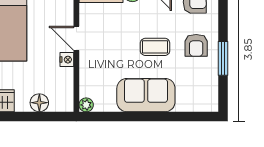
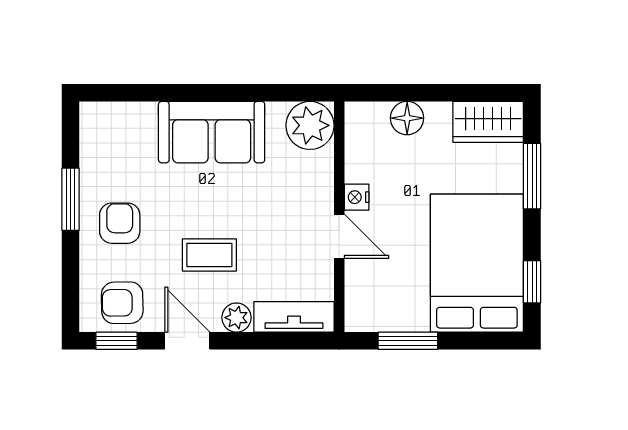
coffee table: (155, 47) -> (209, 255), moved
plant: (86, 105) -> (310, 125), width x1.87, depth x1.87

